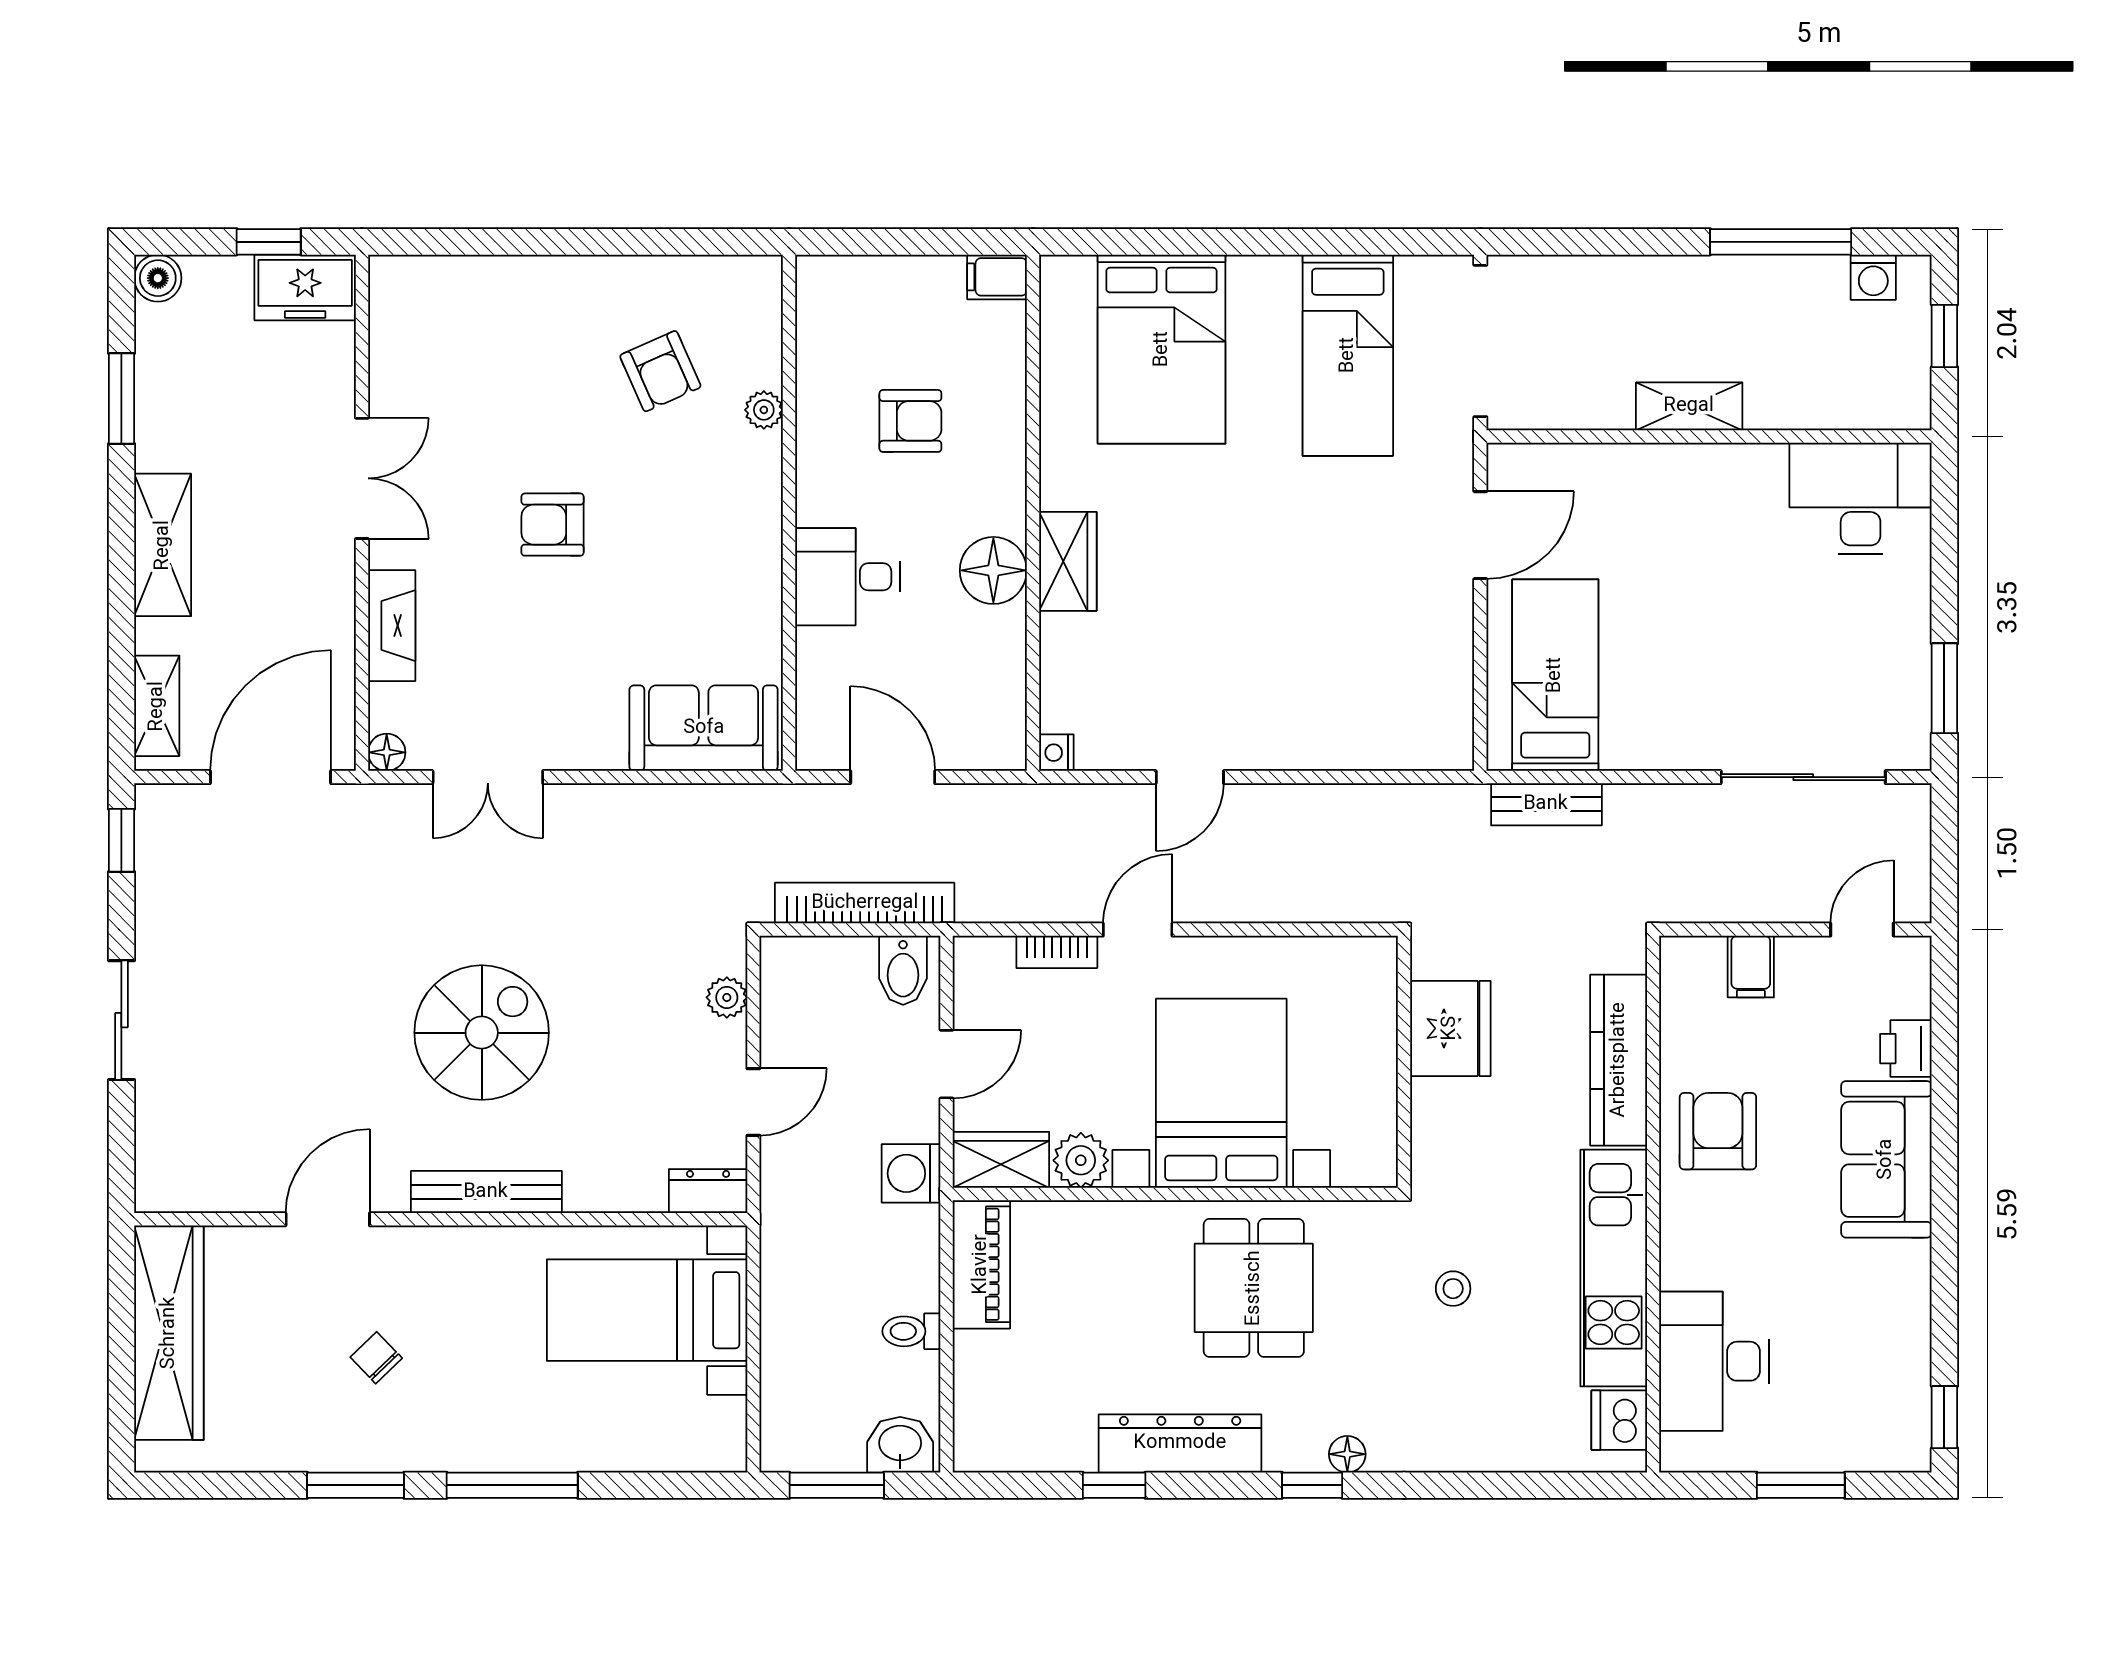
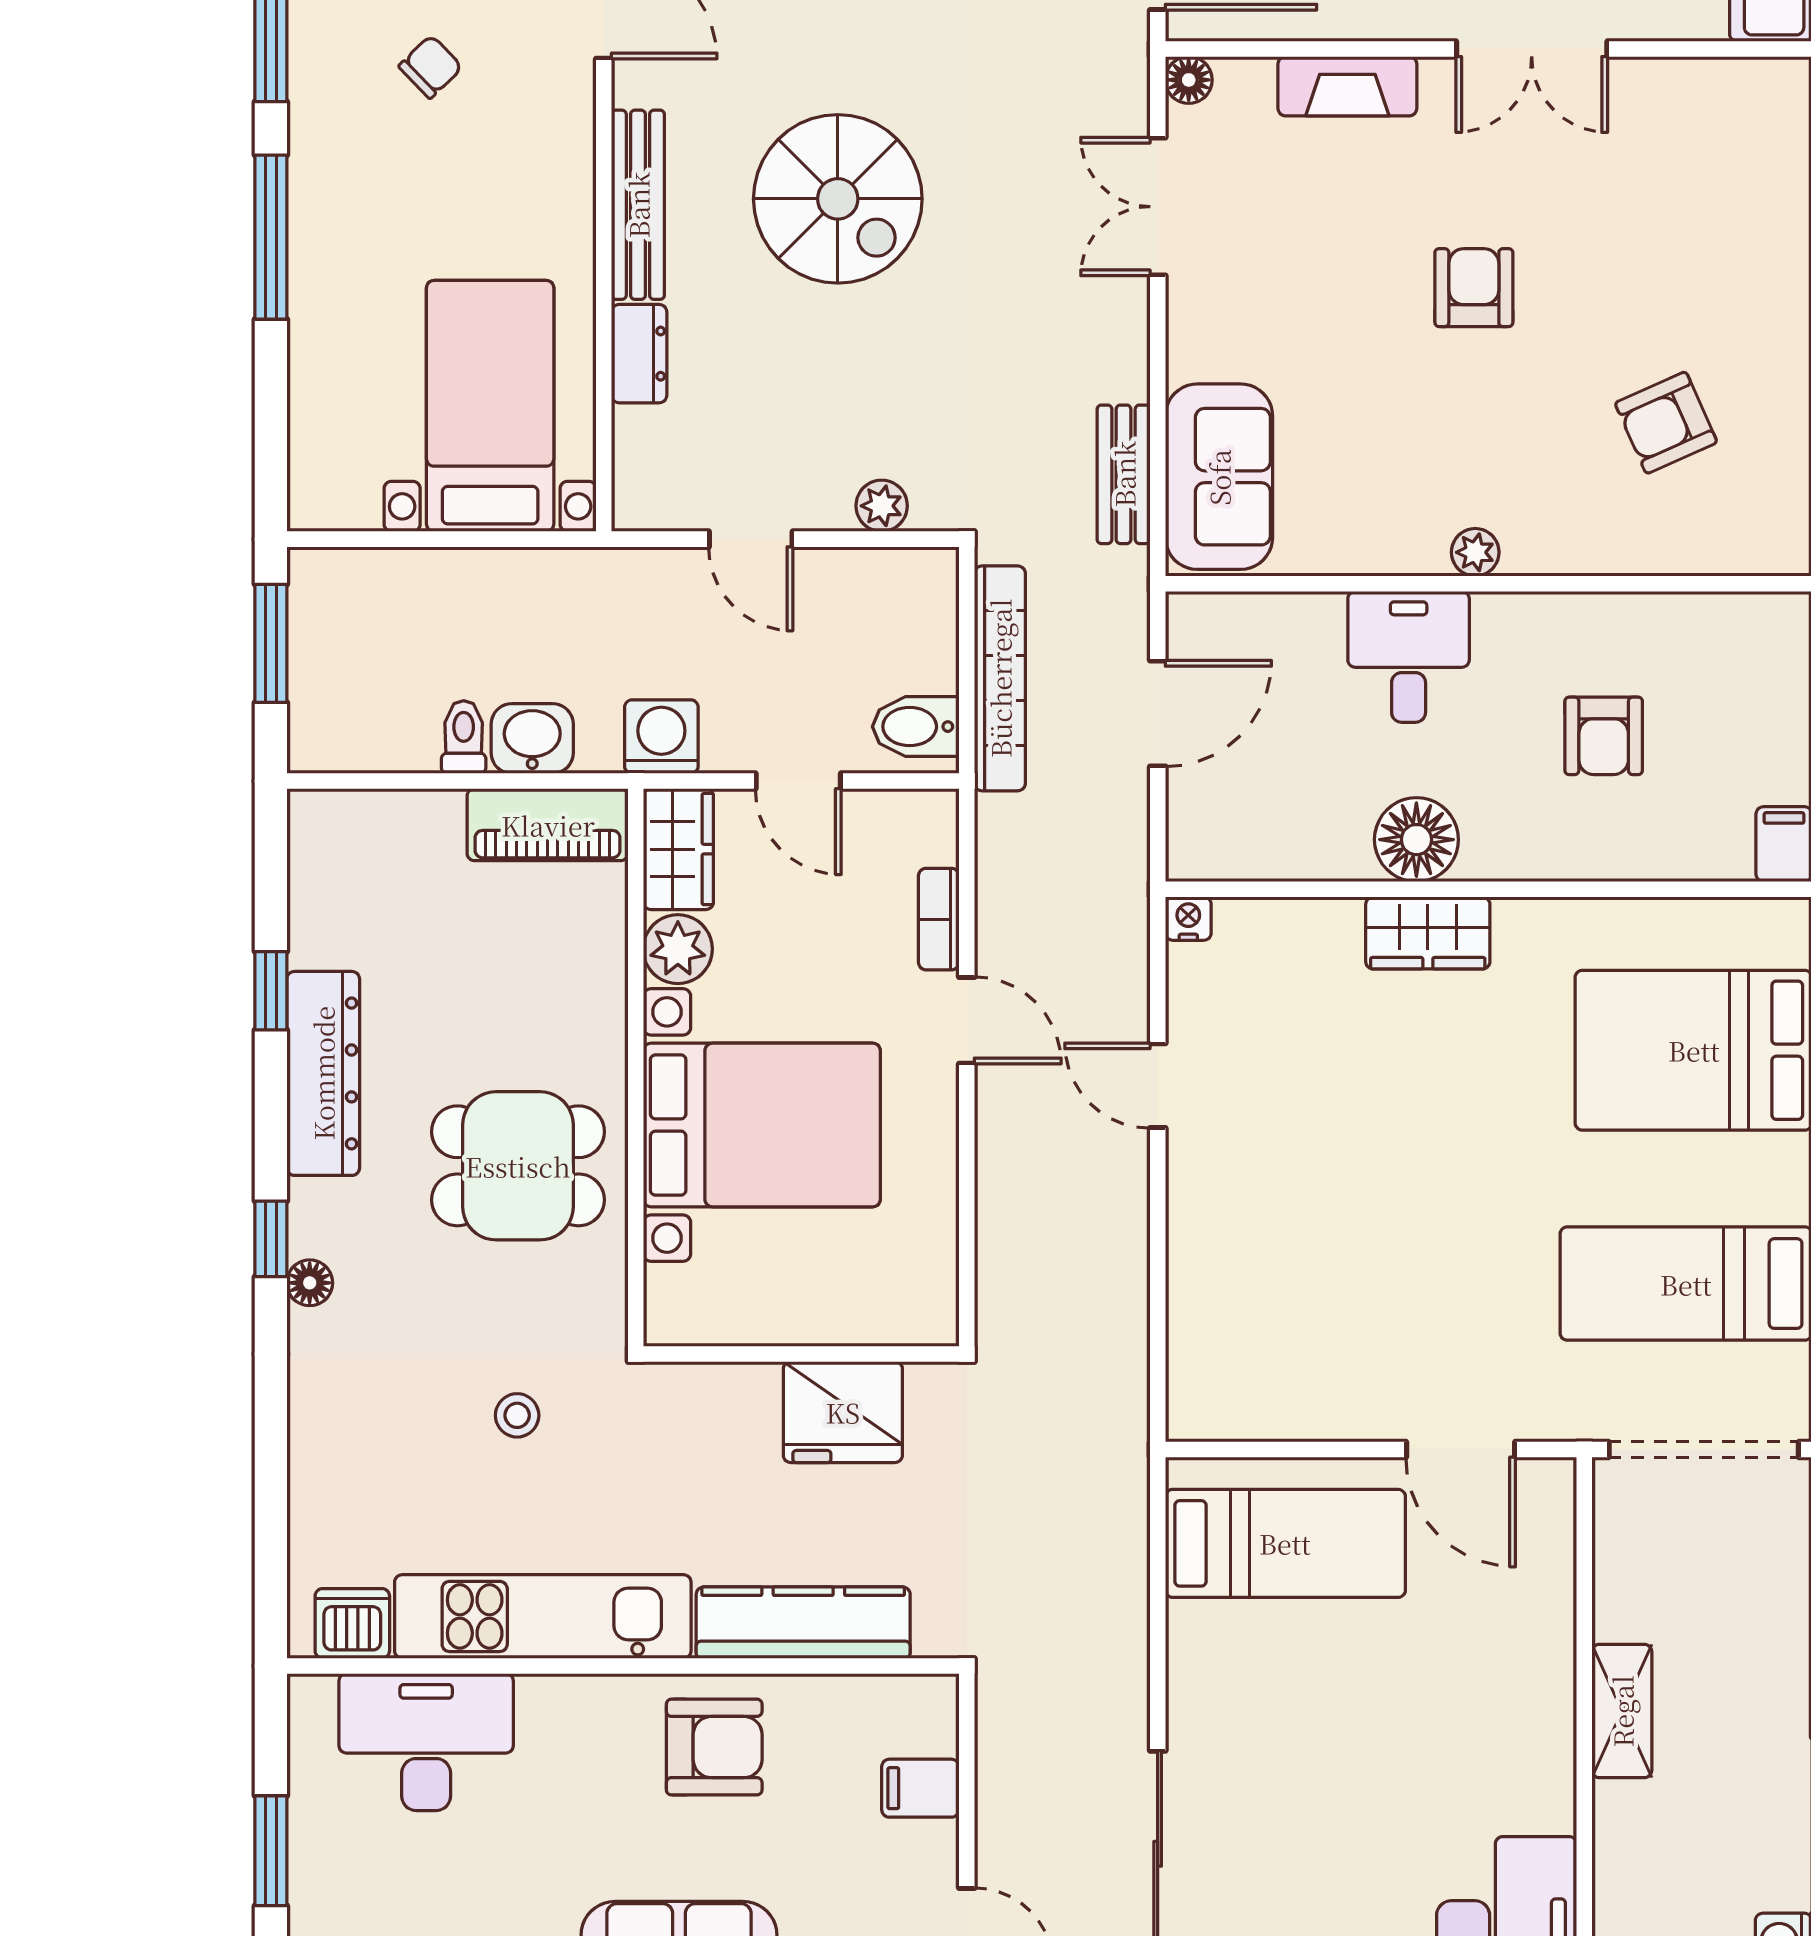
plant: (764, 410) -> (1475, 552), moved
bench: (1546, 804) -> (1124, 474), moved
dresser: (708, 1191) -> (639, 354), moved
washbasin: (900, 1445) -> (532, 739), moved, turned -90

